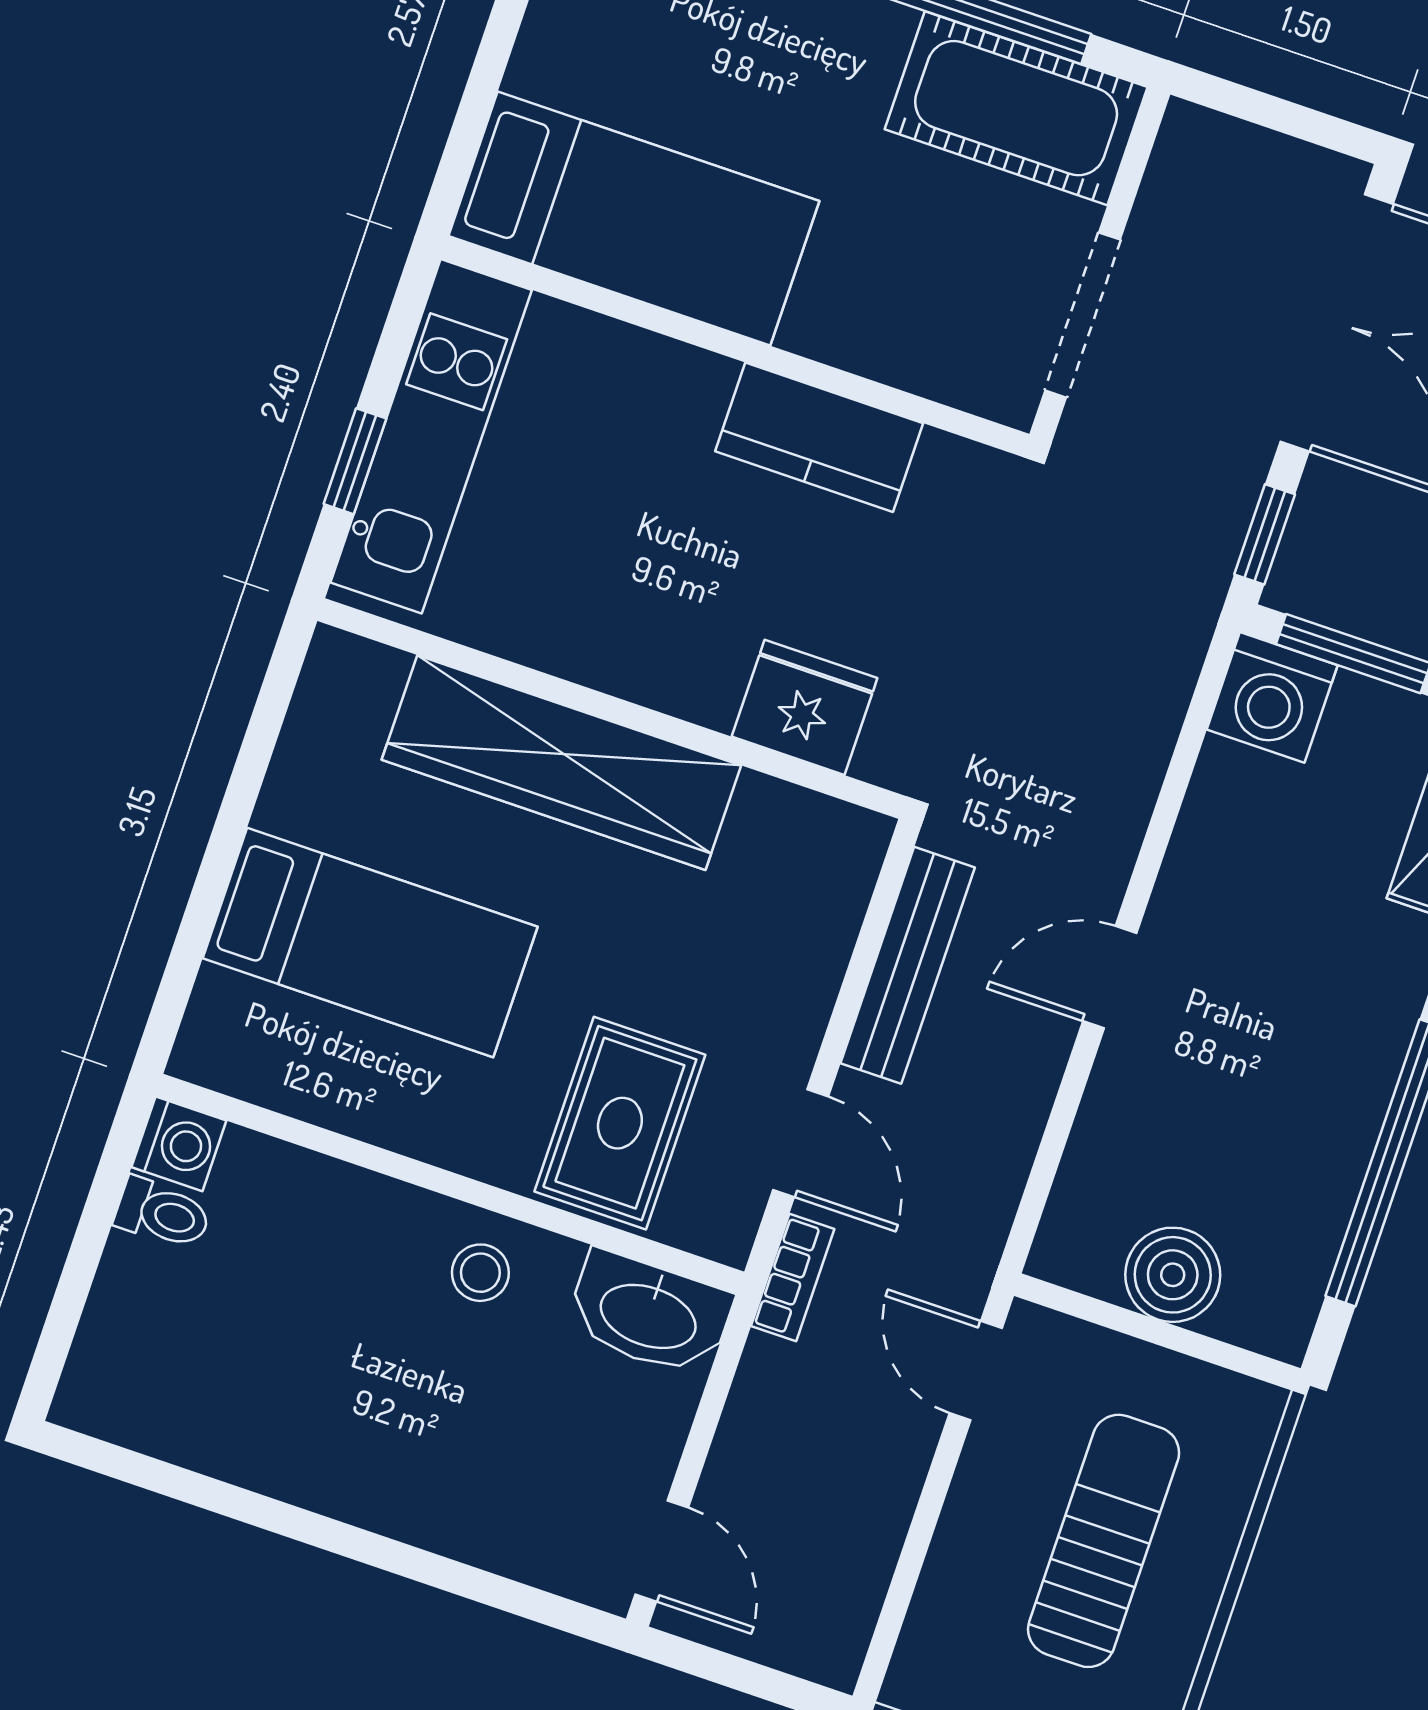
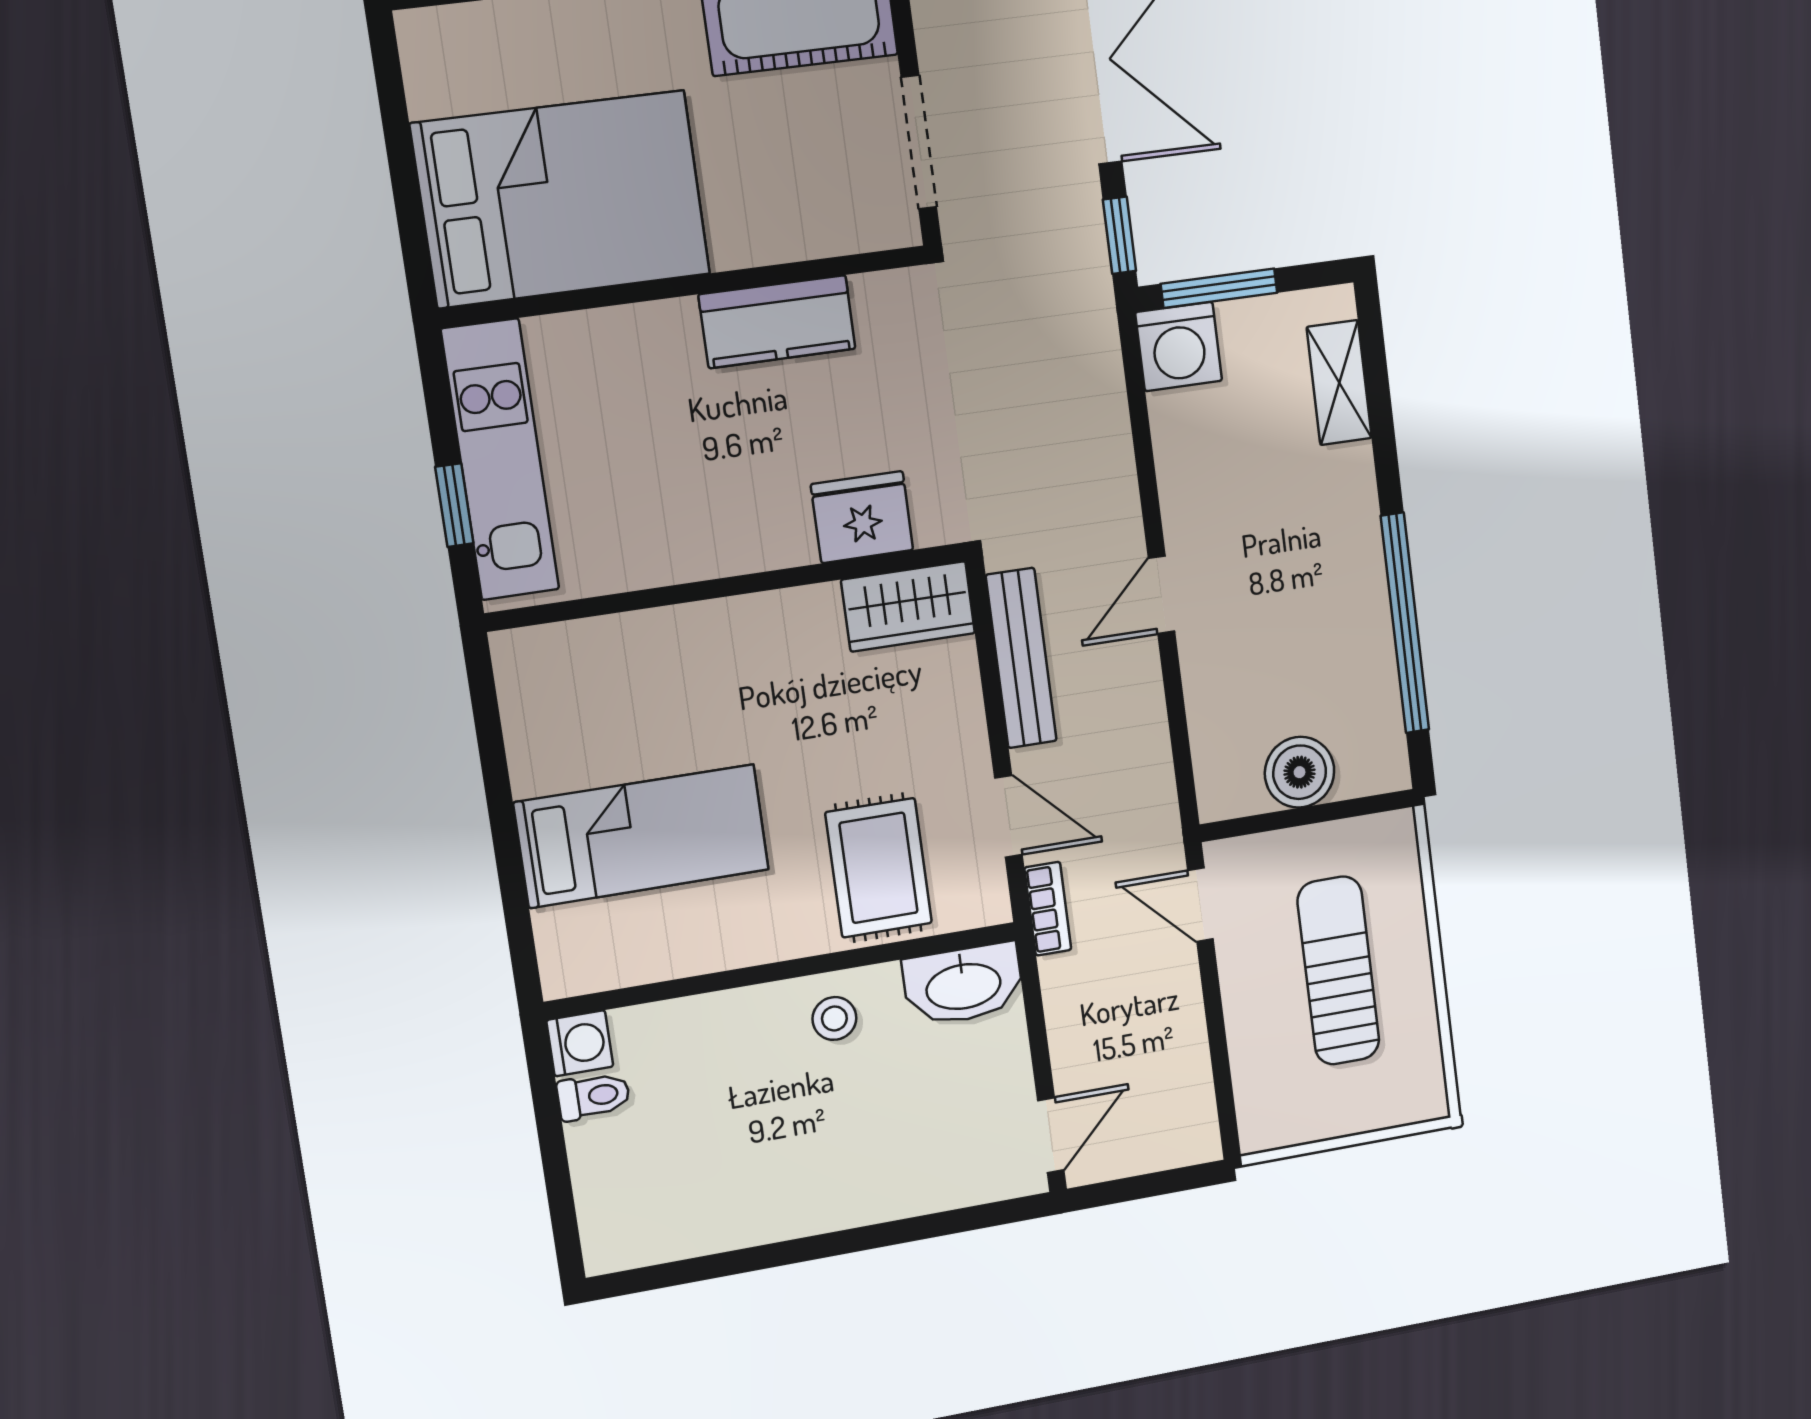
bed: (634, 219) -> (561, 199), width x1.50
wardrobe: (561, 763) -> (908, 606), moved, width x0.48, depth x0.85
door: (662, 1551) -> (1051, 1135), hinge flipped

